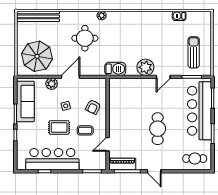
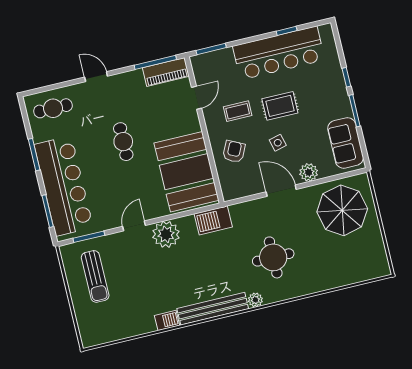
bench: (38, 16) -> (213, 309), moved
barbecue: (179, 16) -> (167, 320), moved
door: (71, 77) -> (281, 191), swing flipped
sofa: (25, 101) -> (346, 143), width x0.73
booth: (124, 102) -> (186, 172), added
cafe table: (158, 129) -> (123, 142), width x0.73, depth x0.74
door: (154, 171) -> (96, 77), moved

